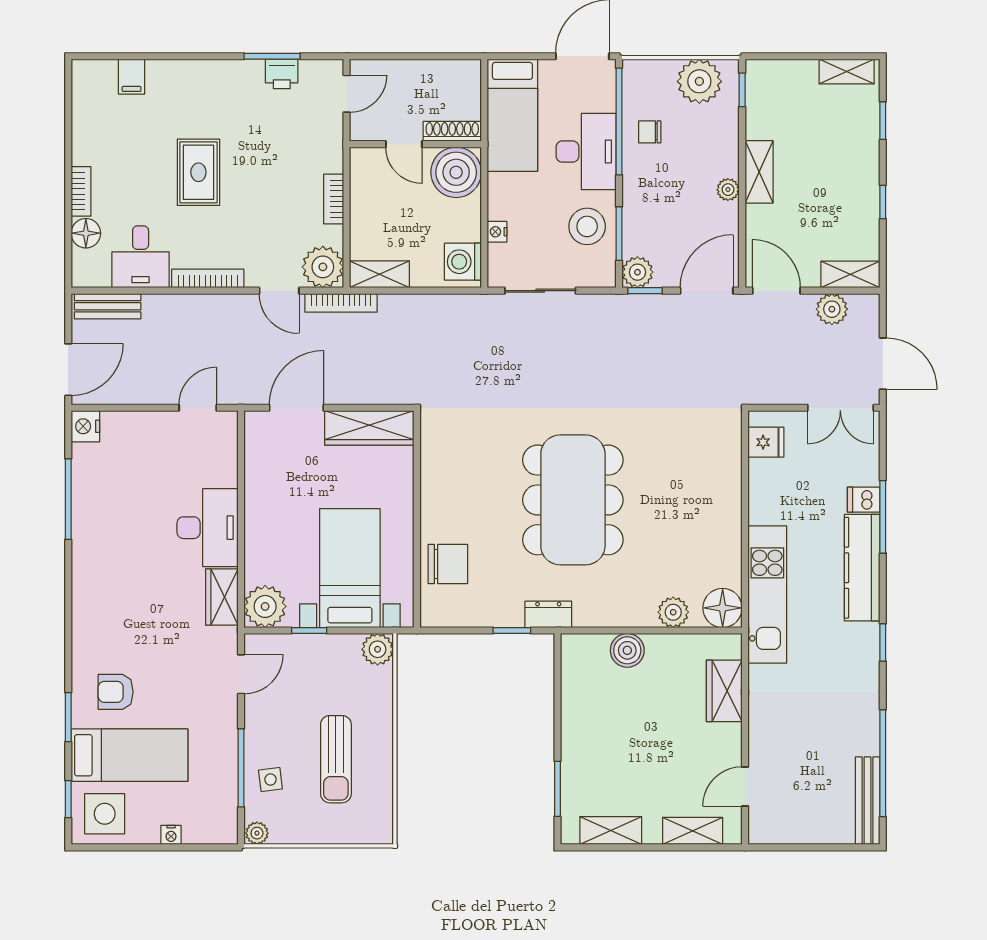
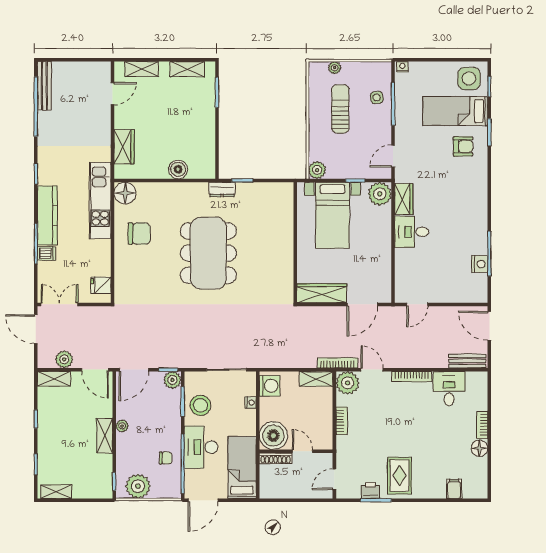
rug: (198, 172) -> (400, 476), moved
floor lamp: (86, 233) -> (480, 448), moved
door: (68, 370) -> (489, 326), hinge flipped
nightstand: (85, 426) -> (480, 264), moved
desk: (208, 528) -> (412, 232), width x0.73
chair: (448, 564) -> (139, 234), moved, turned 180
plant: (673, 612) -> (153, 191), removed
plant: (257, 833) -> (335, 68), moved
nightstand: (171, 835) -> (402, 67), moved

